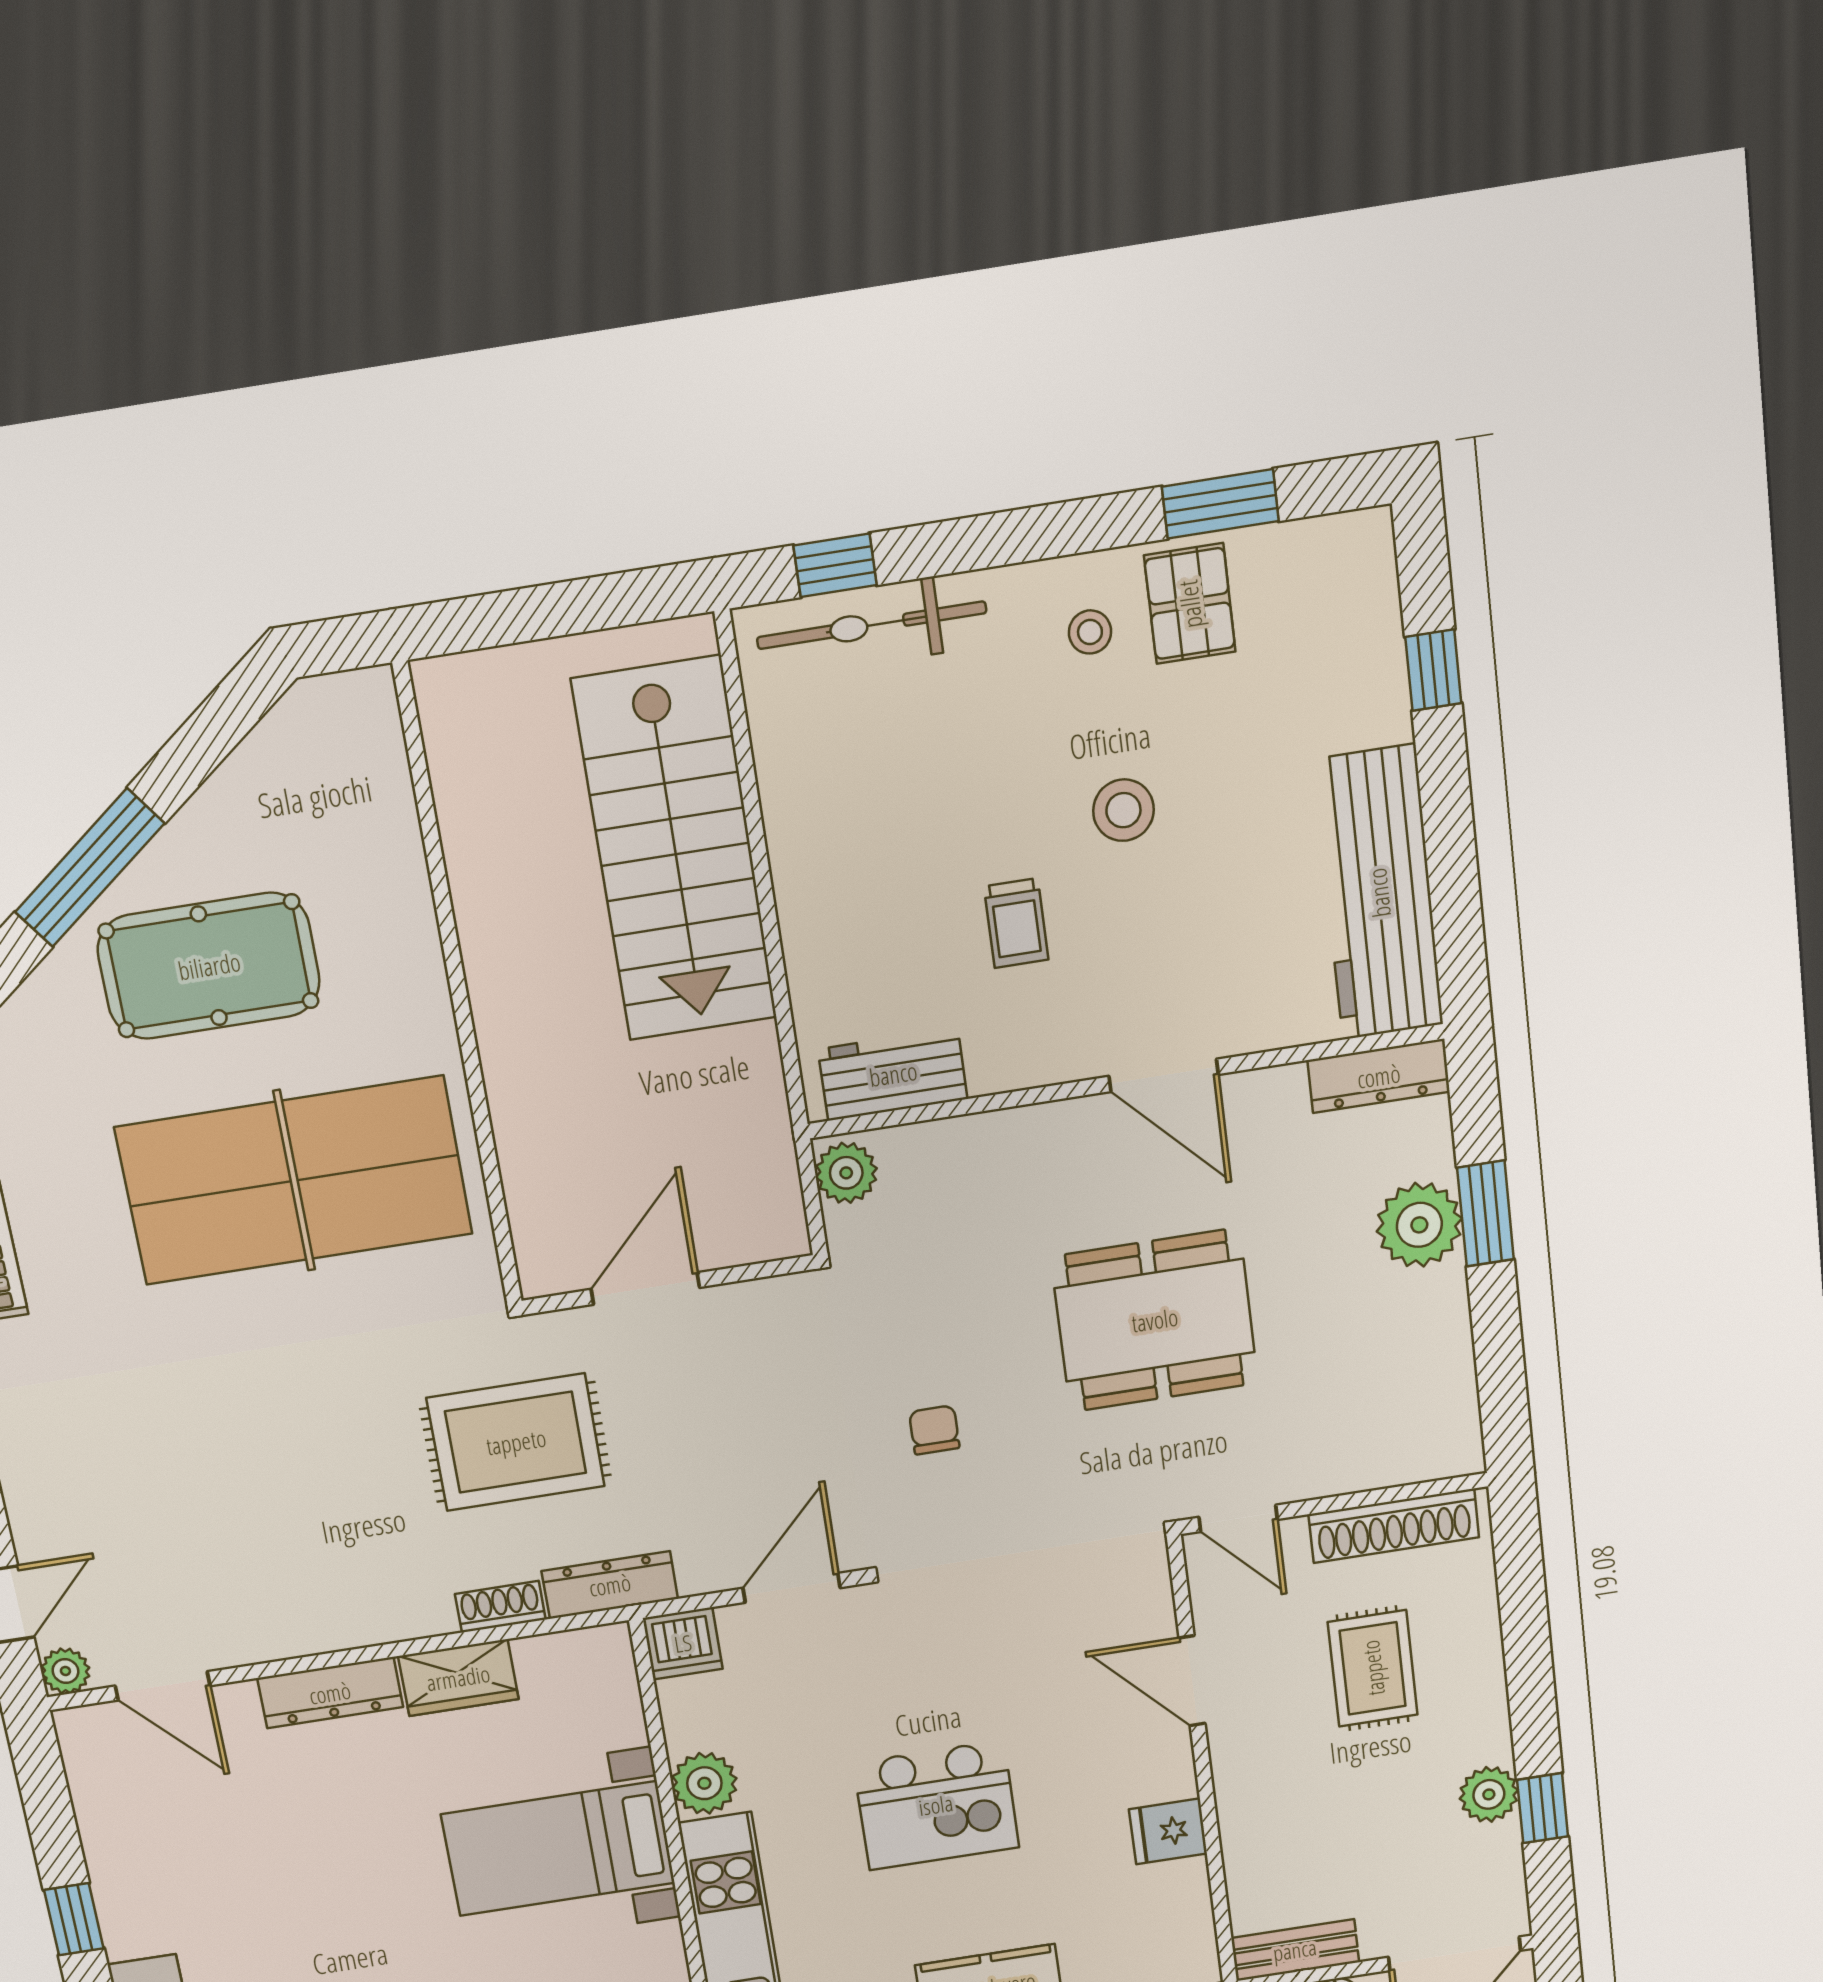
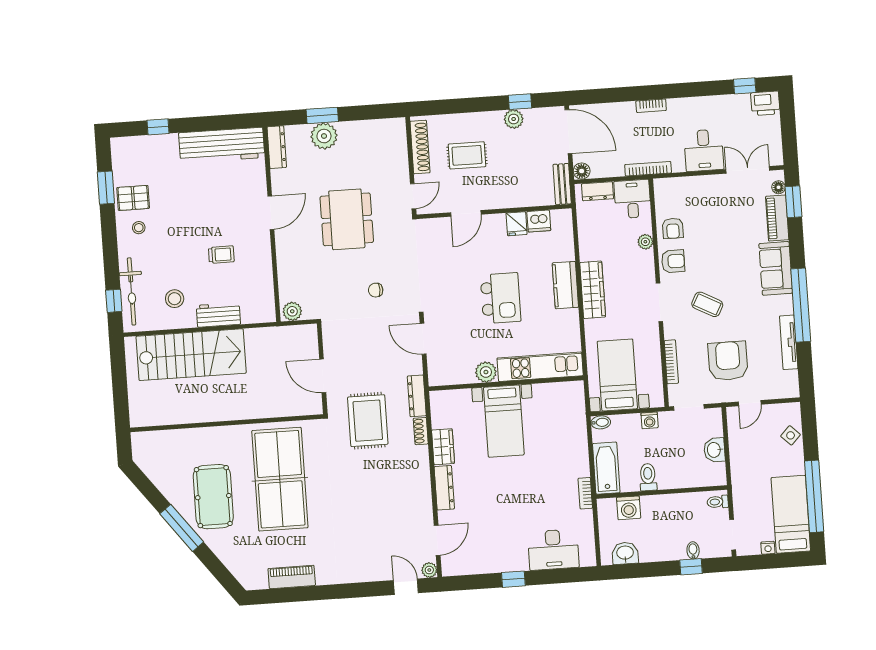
stool: (1123, 810) -> (175, 299), moved
workbench: (893, 1074) -> (218, 315), moved, turned 90
dishwasher: (683, 1643) -> (539, 221), moved, turned 90

